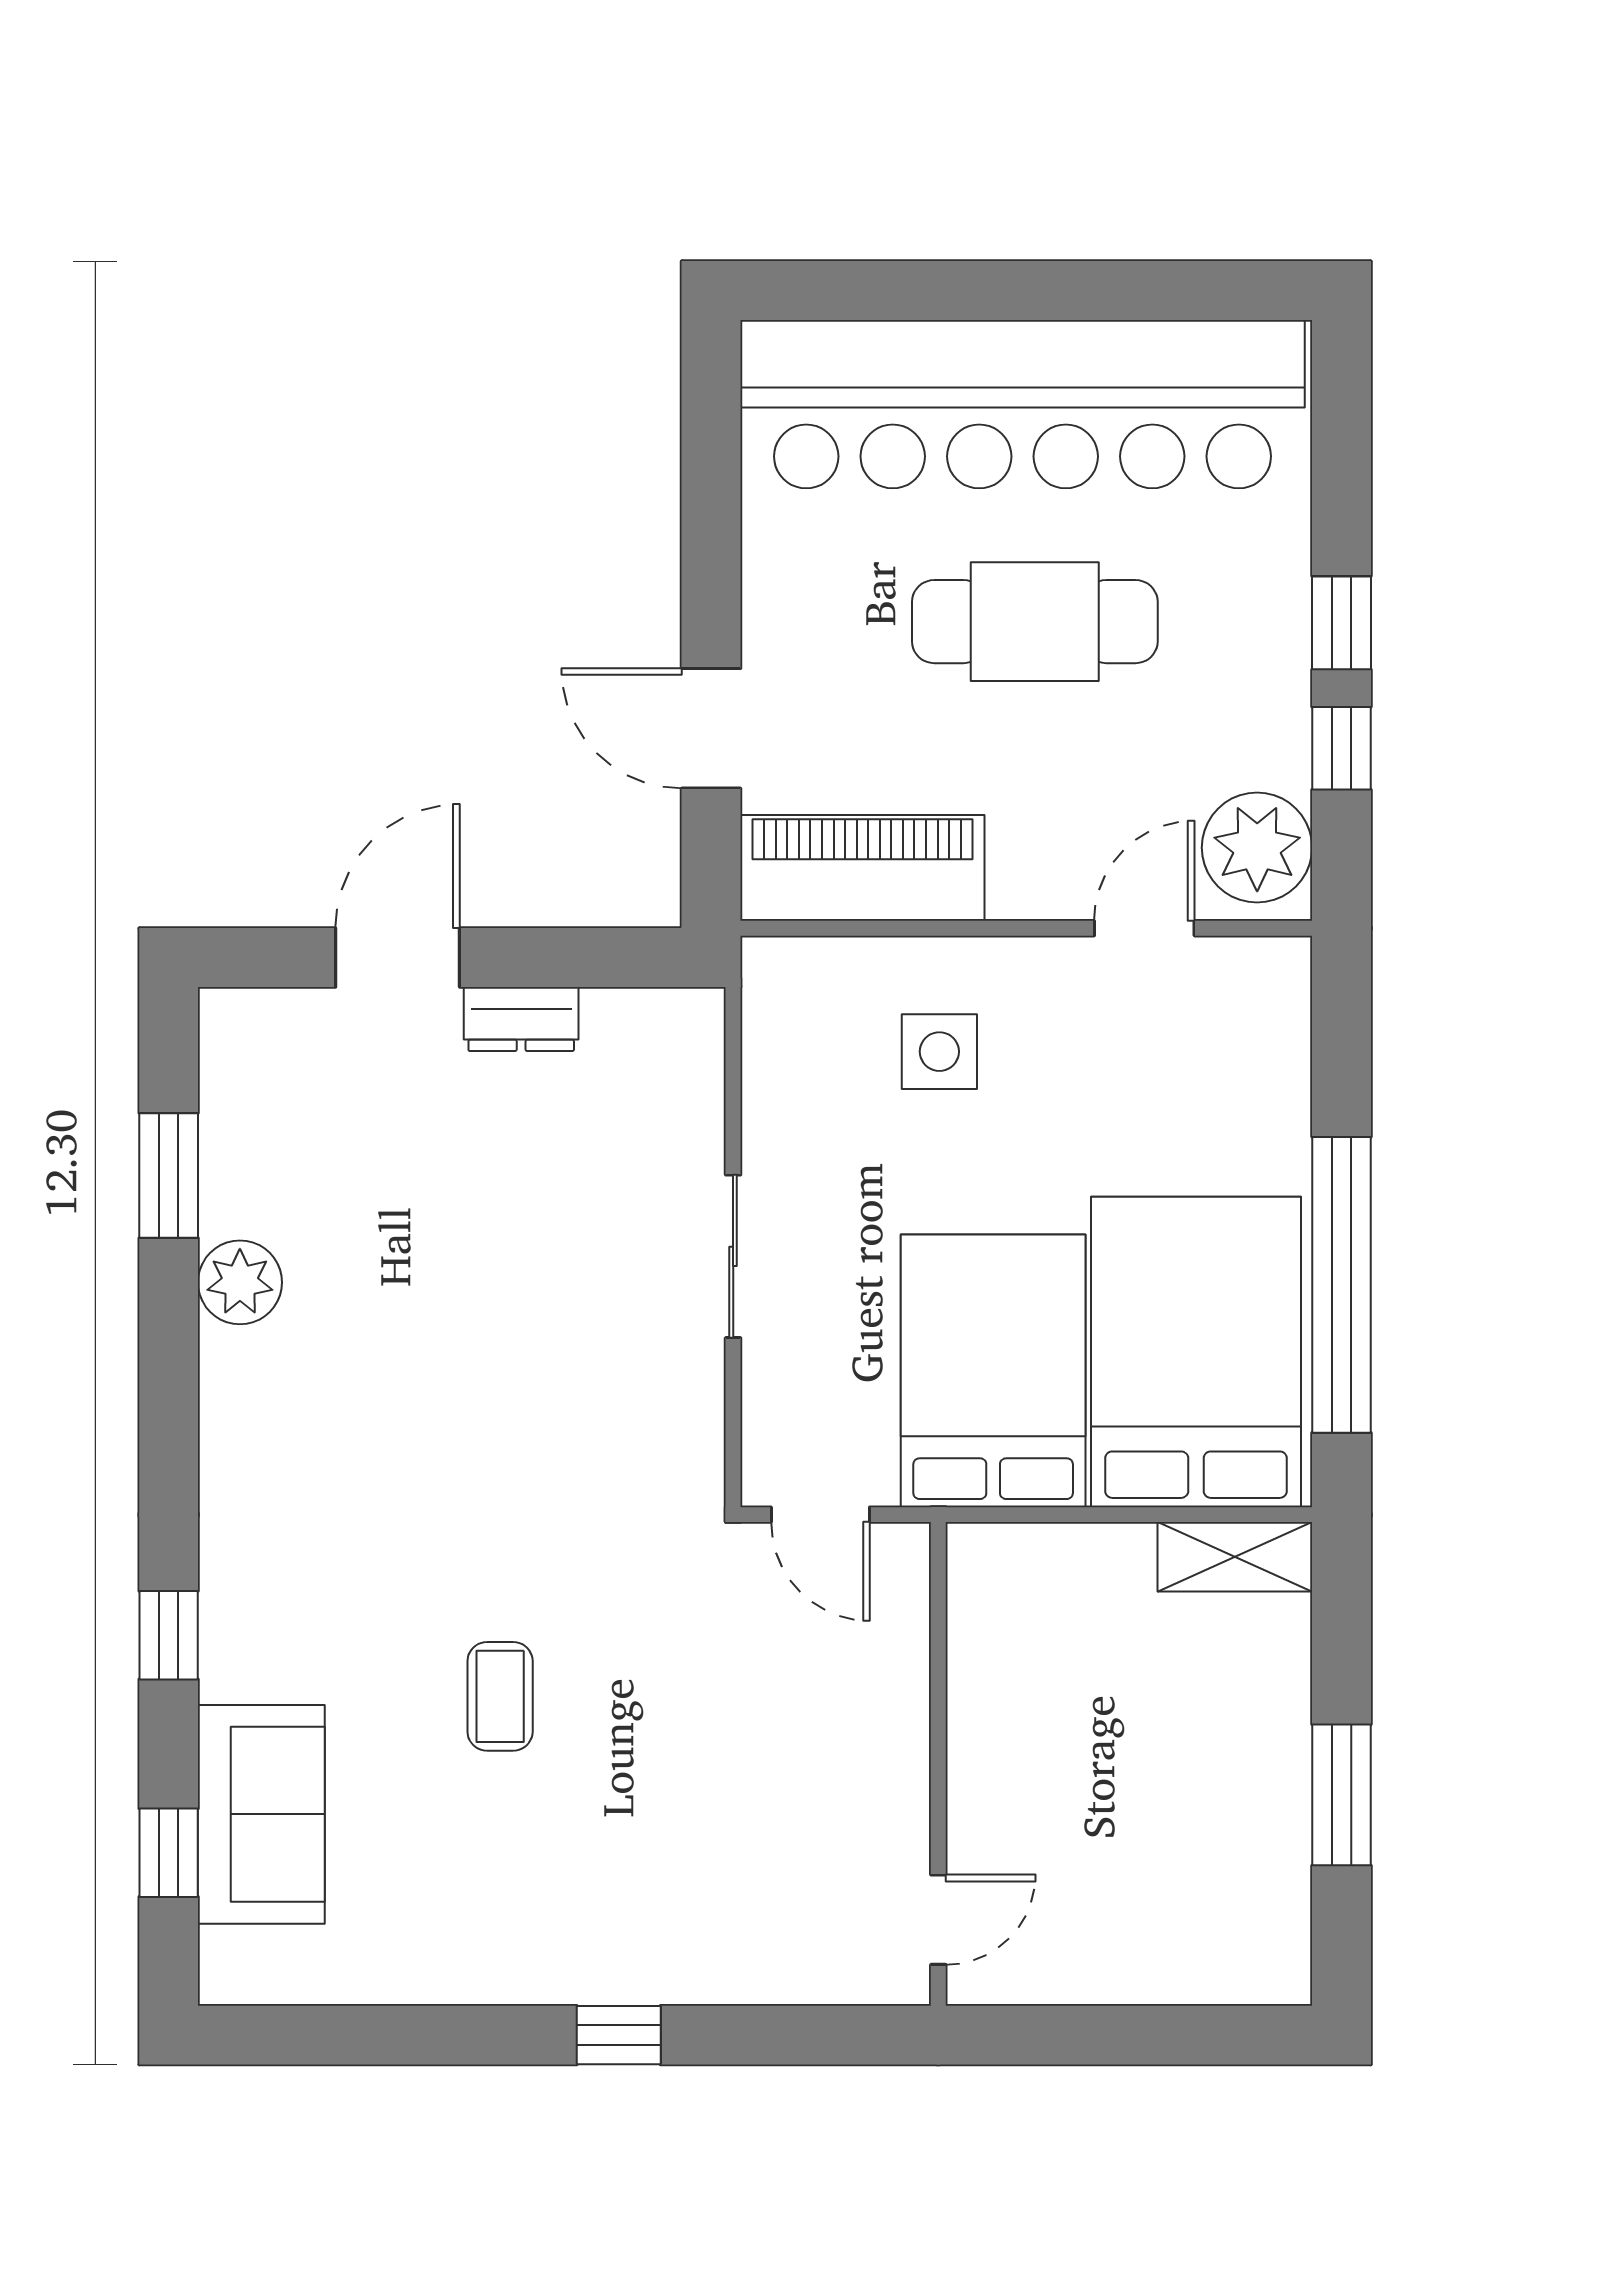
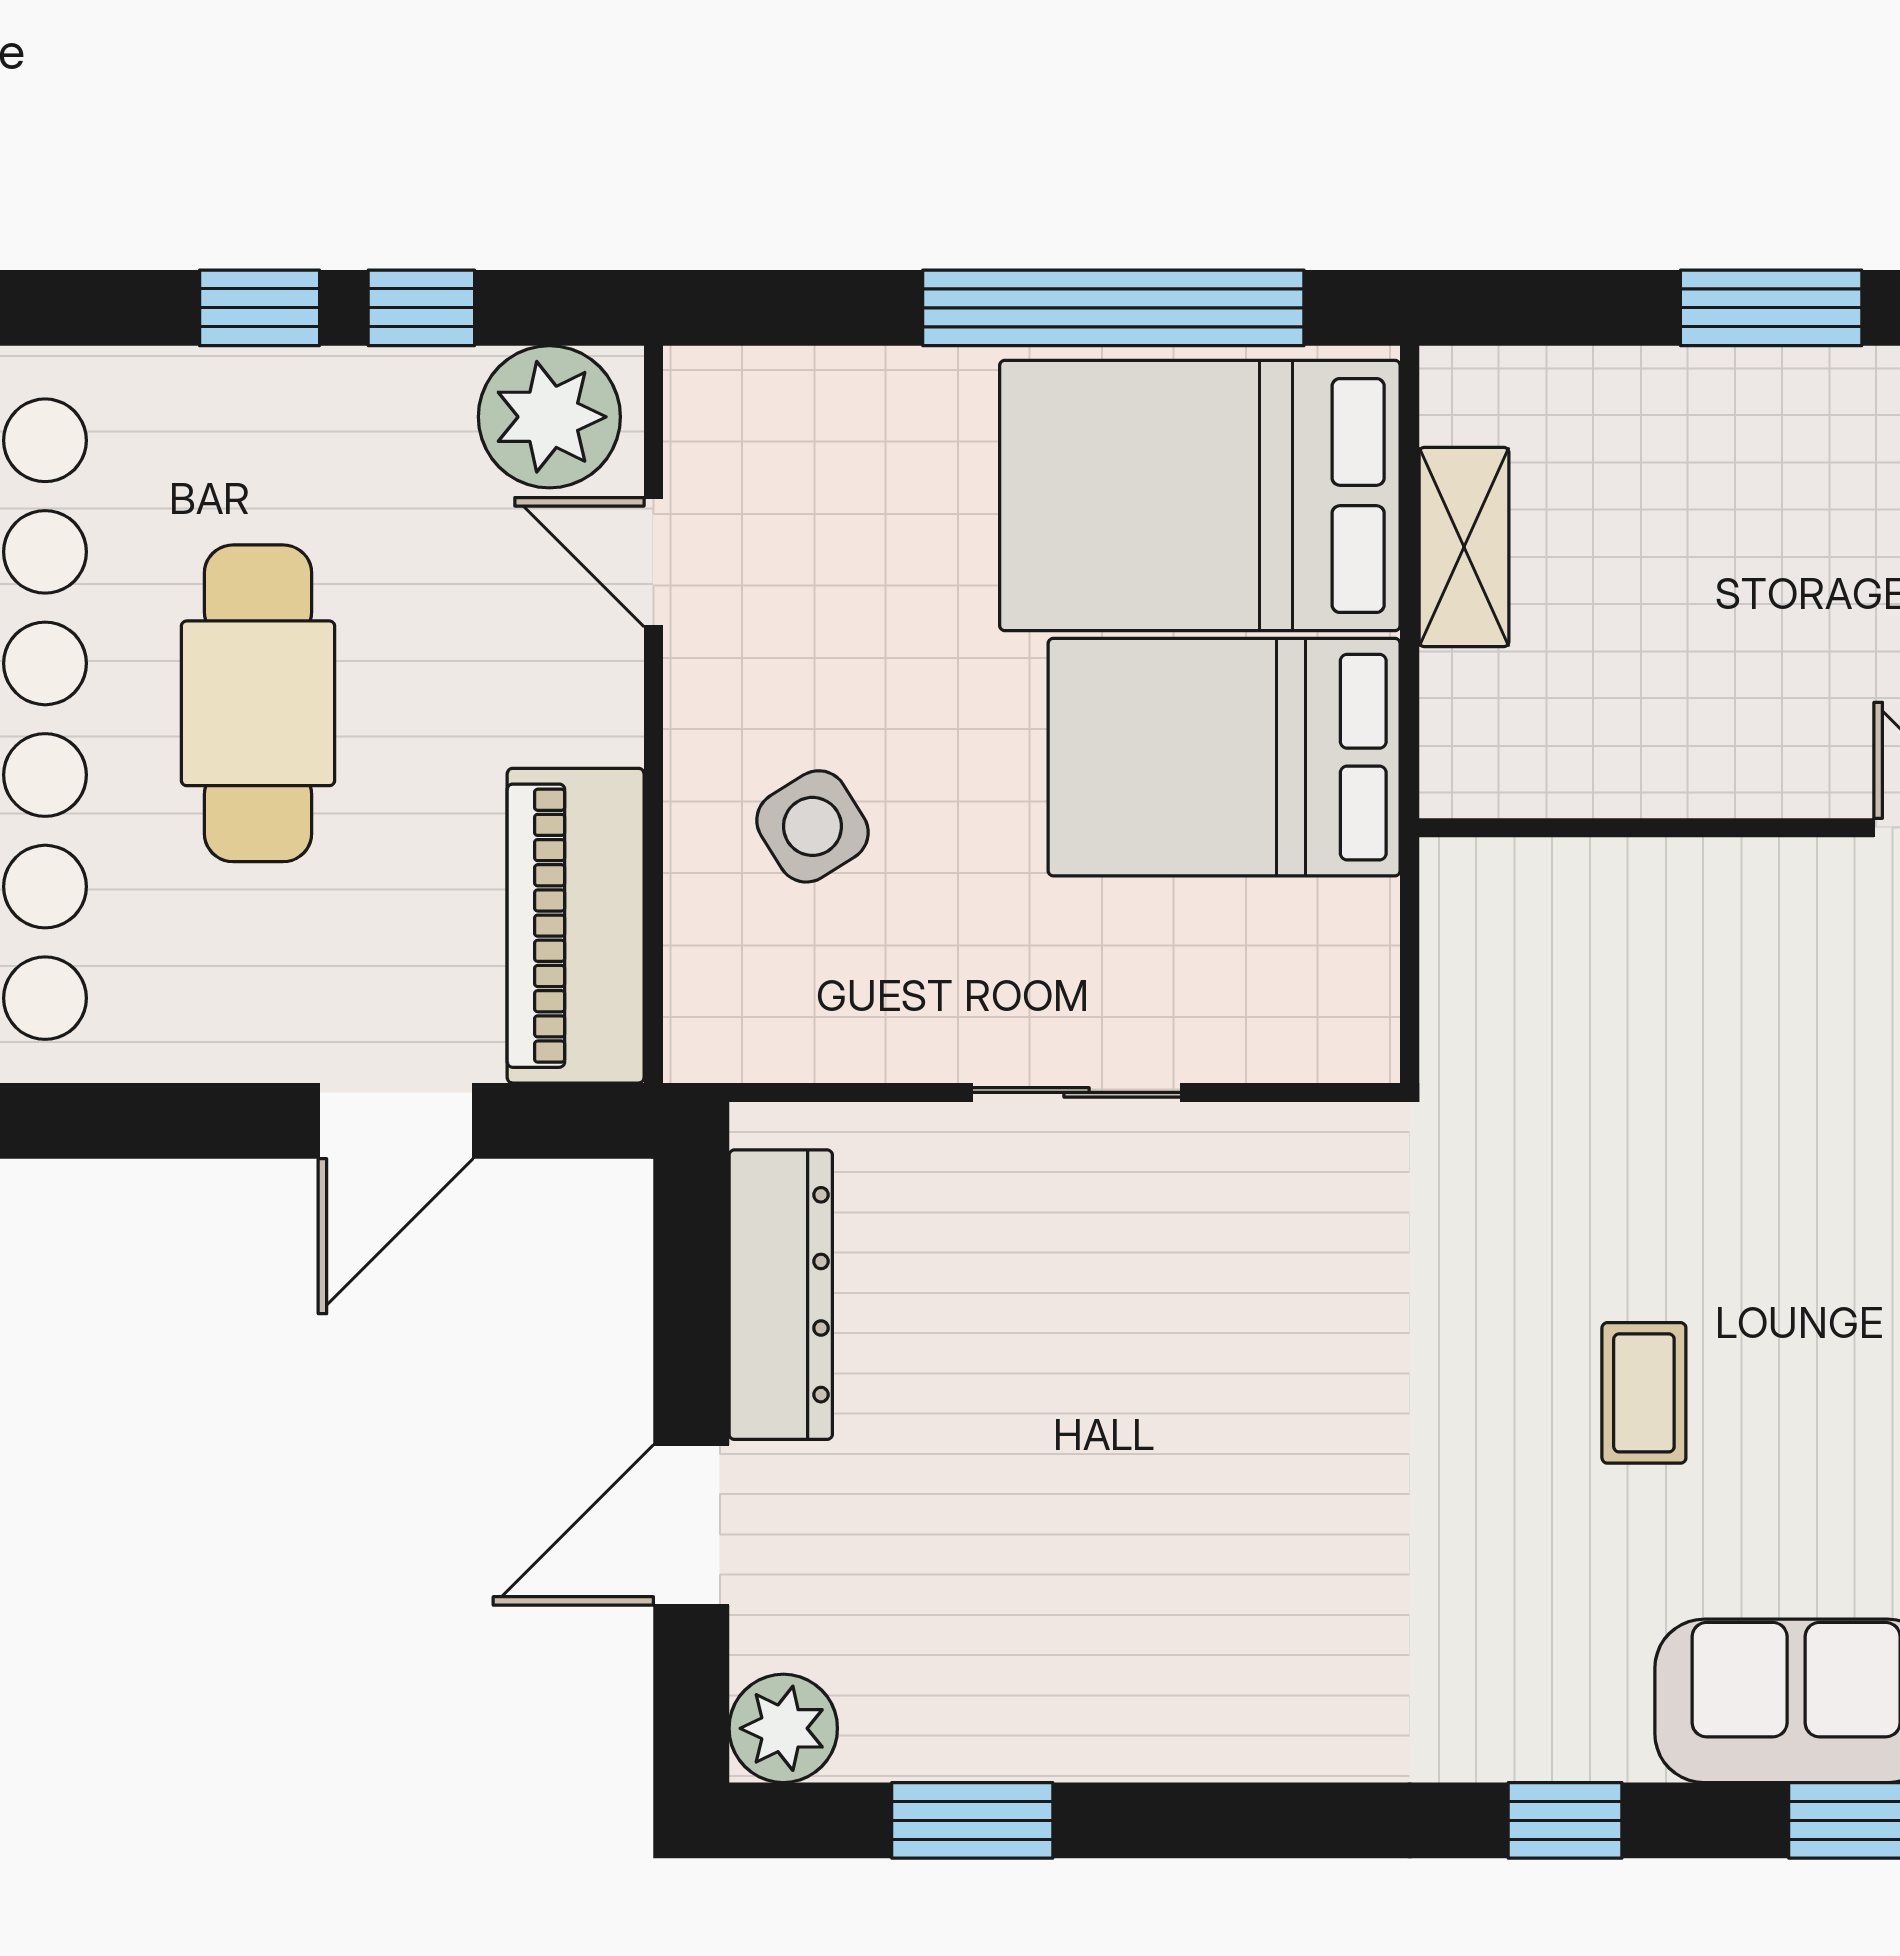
door: (398, 958) -> (691, 1525), hinge flipped
dresser: (521, 1019) -> (781, 1295), width x1.96, depth x1.24
side table: (939, 1052) -> (812, 826), turned -32
plant: (240, 1282) -> (783, 1728), moved
door: (820, 1515) -> (1410, 980), removed
shelving: (1235, 1557) -> (1464, 547), moved
coffee table: (500, 1696) -> (1644, 1393), turned 90

